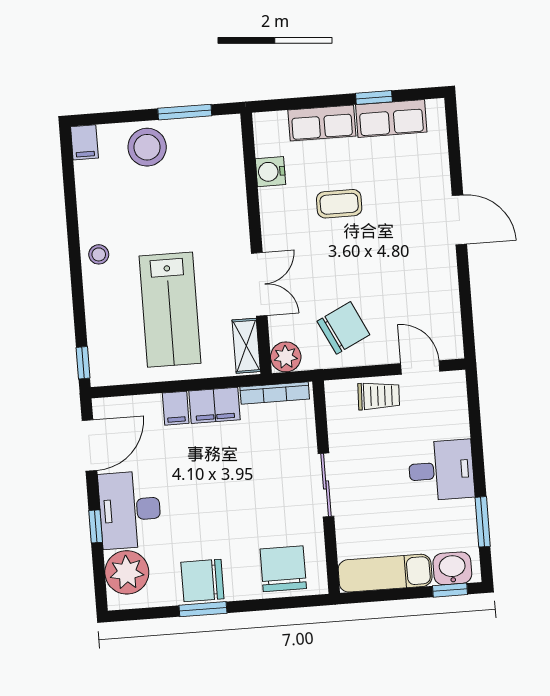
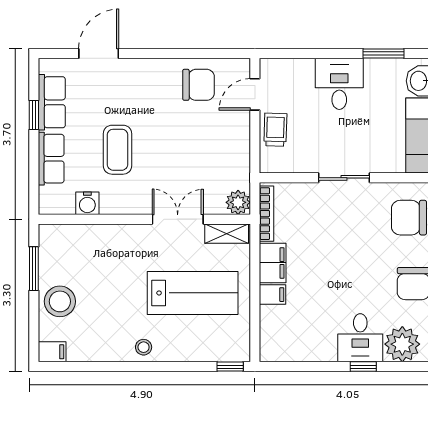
coffee table: (339, 204) -> (118, 150), width x1.36, depth x1.30
door: (459, 220) -> (99, 53), moved
chair: (343, 328) -> (198, 85), moved, turned 116
door: (89, 445) -> (297, 367), removed
desk: (130, 510) -> (360, 338), width x0.73

